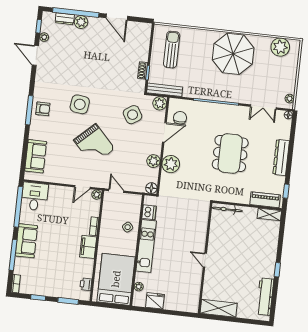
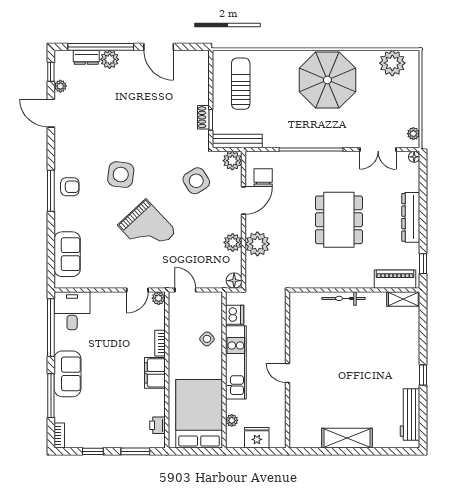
wall: (205, 258) -> (288, 370), moved
door: (205, 260) -> (288, 373), moved

